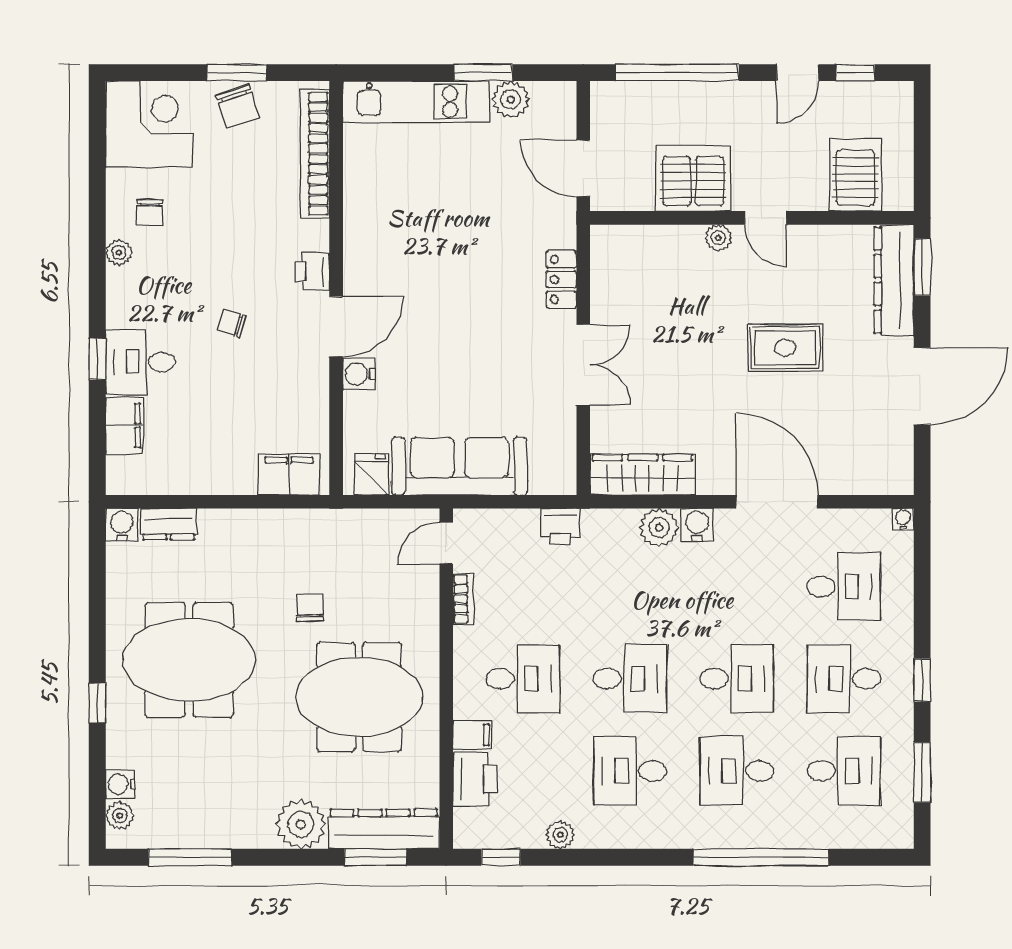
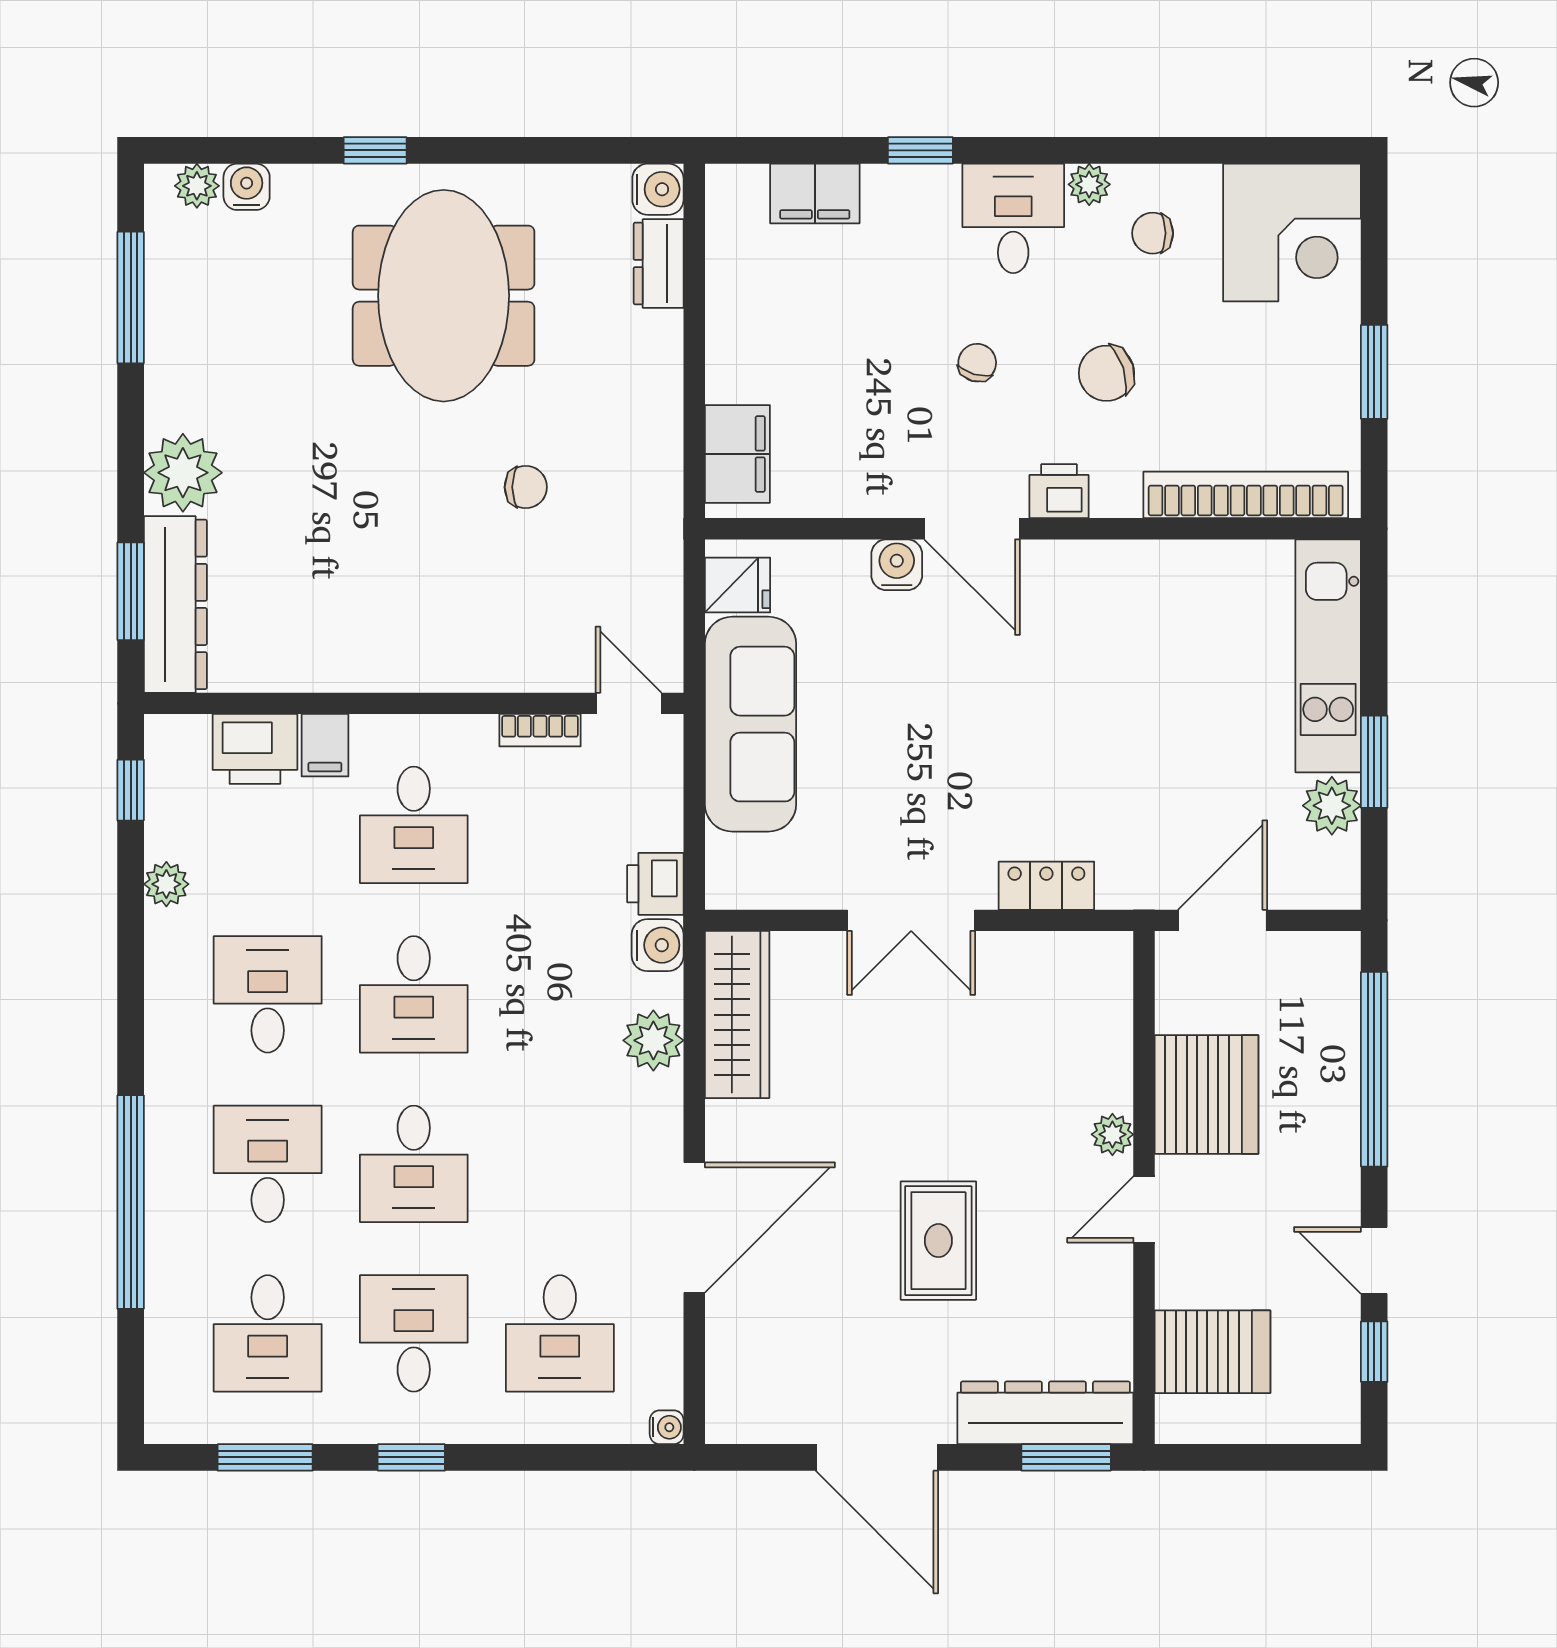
chair: (238, 106) -> (1106, 373), moved
desk: (140, 362) -> (1013, 218), moved
water cooler: (697, 525) -> (658, 945), moved
meeting table: (359, 697) -> (385, 565), removed

